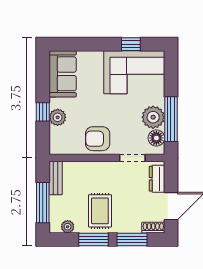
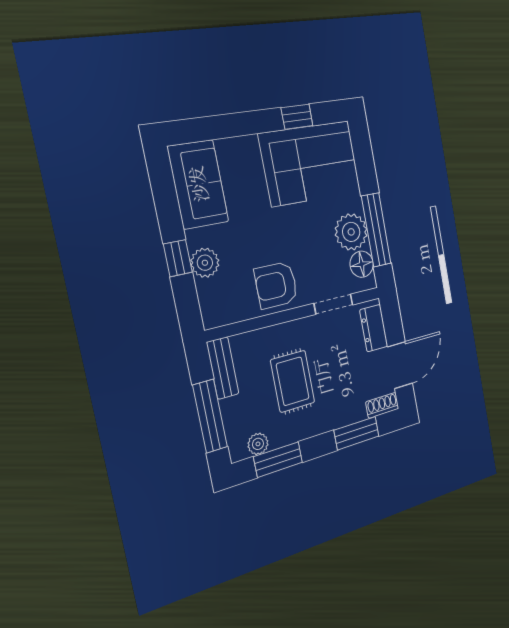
rug: (100, 211) -> (293, 381), moved
window: (93, 240) -> (278, 460), moved

